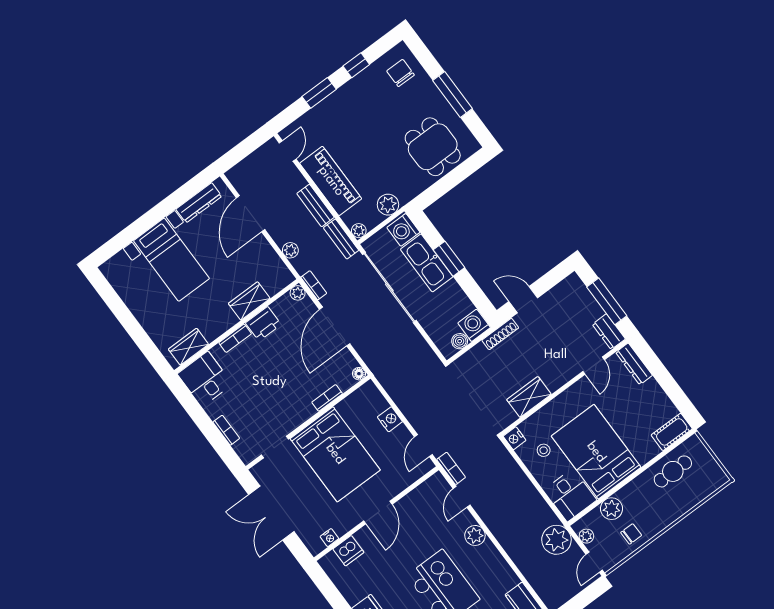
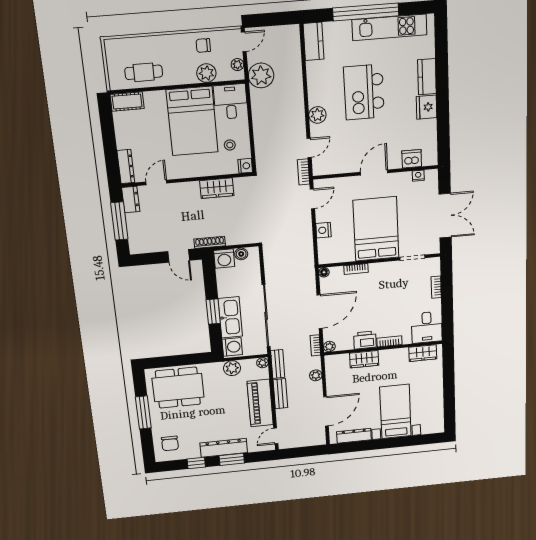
dresser: (337, 102) -> (224, 448), added
dining table: (433, 147) -> (178, 388), width x1.38

